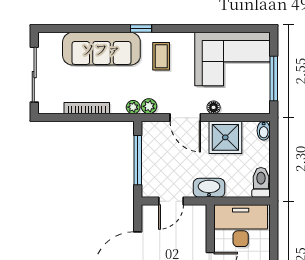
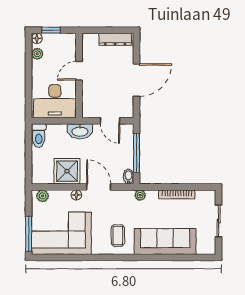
window: (141, 29) -> (134, 257), removed
sliding door: (34, 75) -> (218, 221), width x0.73
window: (274, 79) -> (29, 234), moved
plant: (149, 106) -> (43, 196), moved
bidet: (264, 131) -> (128, 177), moved
door: (171, 201) -> (110, 121), swing flipped

